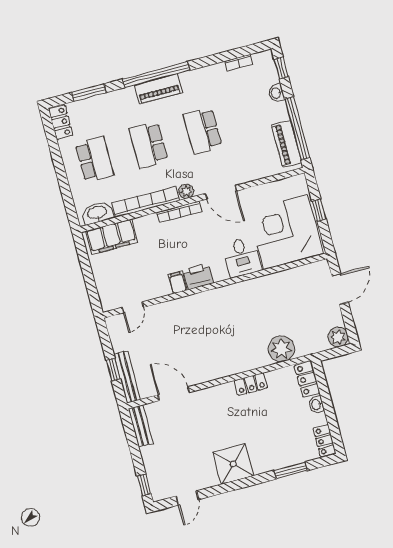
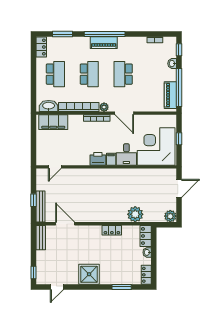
school desk: (149, 145) -> (89, 74), turned 180
filing cabinet: (178, 283) -> (111, 159), moved

